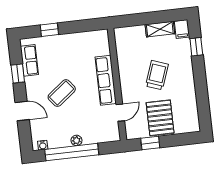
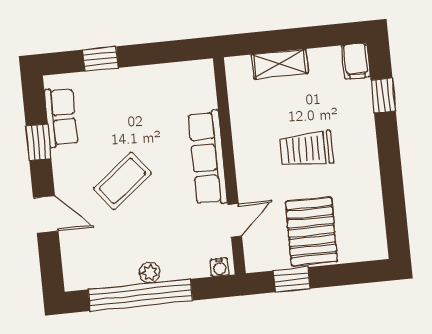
shelving: (160, 29) -> (280, 64), moved
trolley: (157, 75) -> (306, 149), turned -110
water cooler: (43, 145) -> (220, 267), moved

